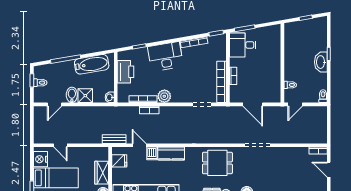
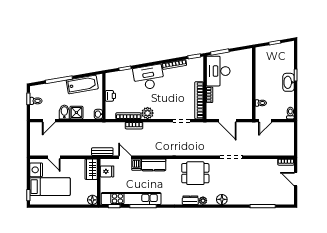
desk: (243, 45) -> (218, 71), width x1.37
printer: (126, 72) -> (110, 96), width x0.53, depth x0.68
wardrobe: (102, 173) -> (91, 169), moved

